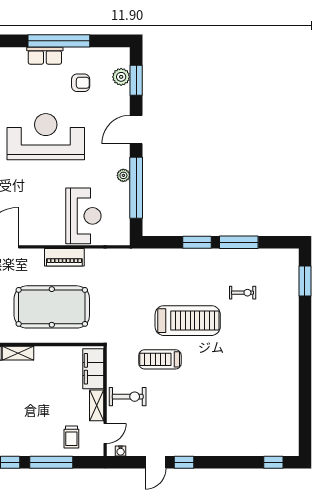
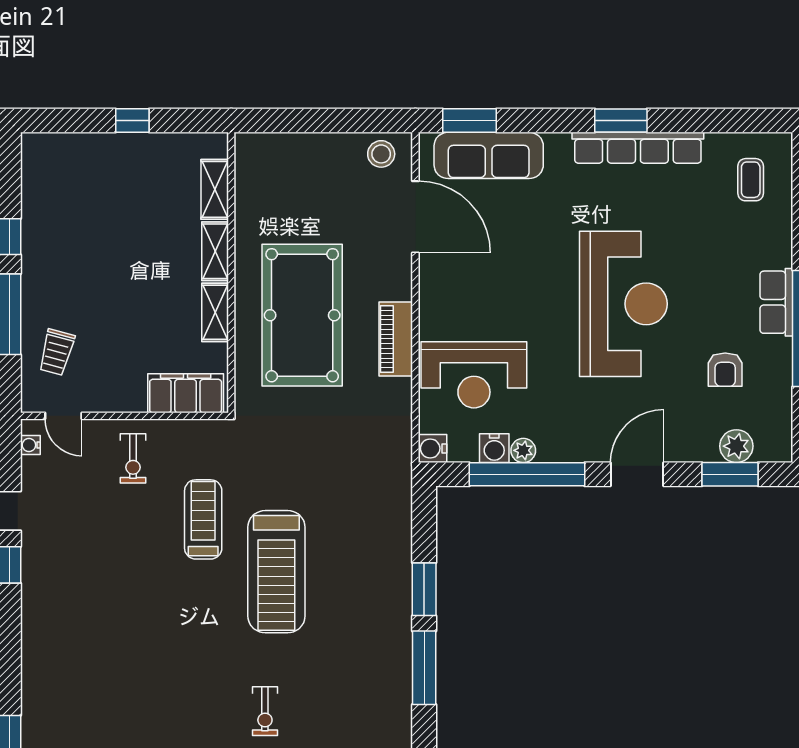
door: (136, 129) -> (637, 474), hinge flipped
plant: (123, 175) -> (523, 450), moved
water cooler: (122, 205) -> (494, 448), added
water cooler: (122, 238) -> (432, 448), added
exercise bike: (243, 293) -> (265, 711), moved
exercise bike: (128, 397) -> (133, 458), width x0.73, depth x0.72
shelving: (97, 405) -> (215, 312), moved, turned 90
trolley: (71, 437) -> (57, 352), turned -75

